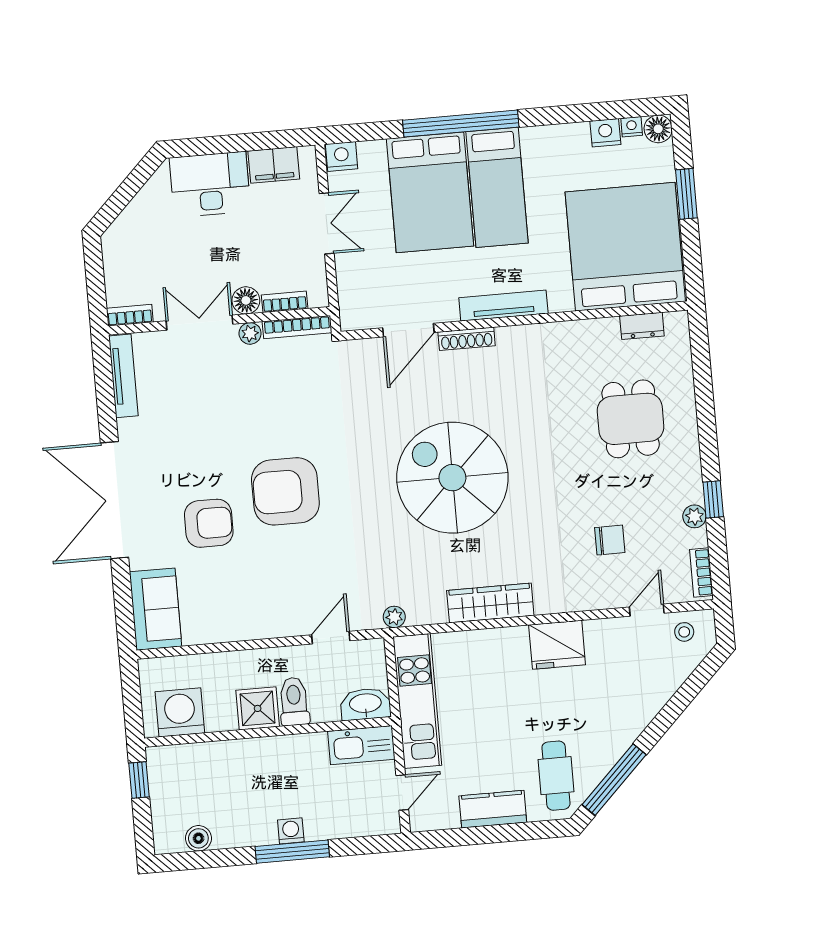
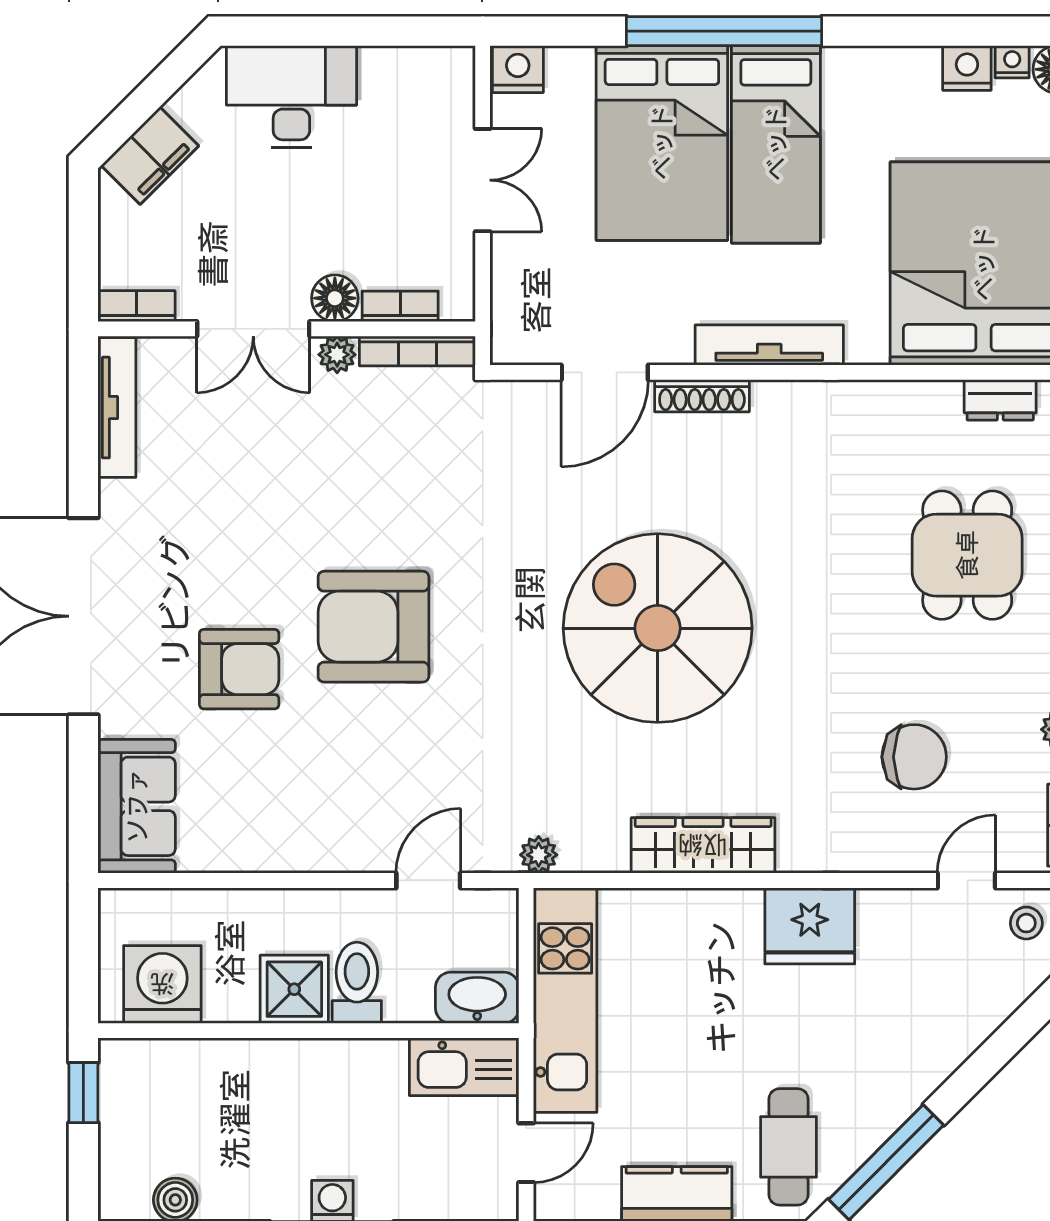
filing cabinet: (274, 165) -> (150, 156), moved, turned -45
double door: (200, 323) -> (253, 329), swing flipped
chair: (610, 540) -> (914, 757), width x1.37, depth x1.37

